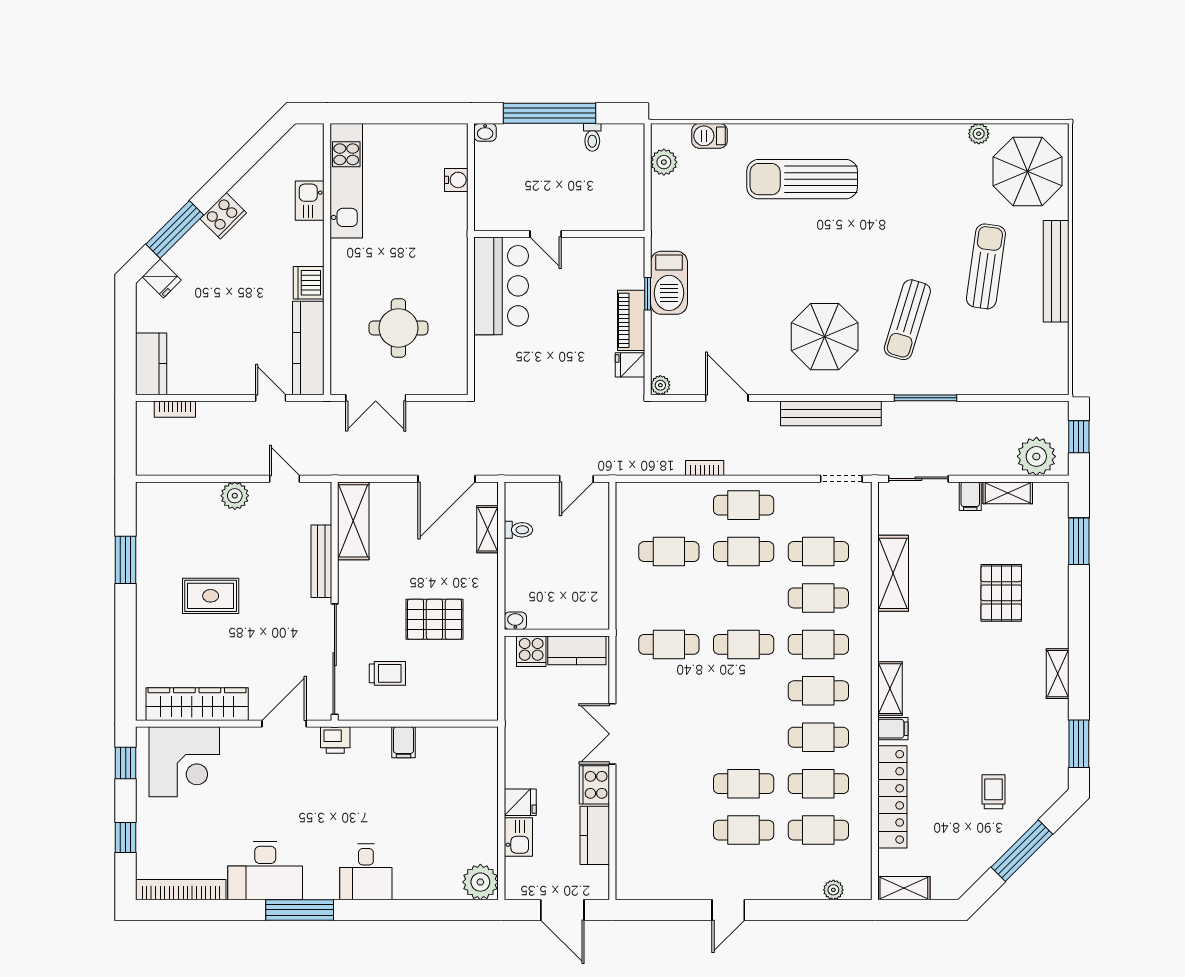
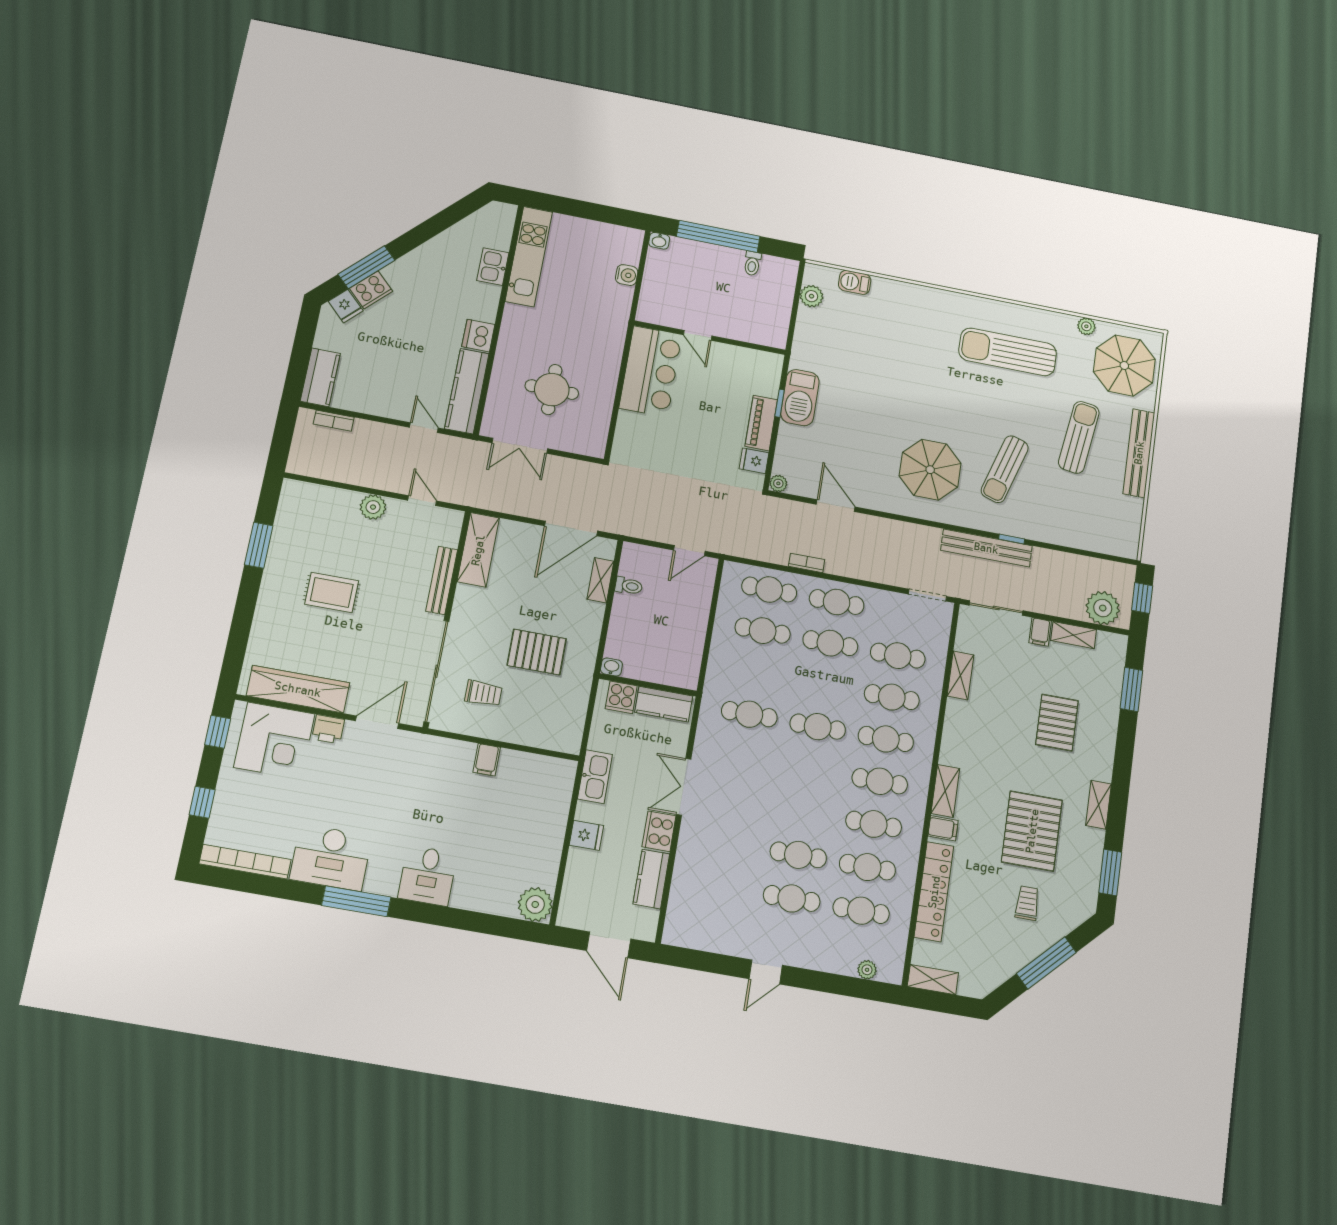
sun lounger: (802, 179) -> (1008, 352), moved
cooker: (223, 216) -> (371, 290), moved
window: (925, 398) -> (1012, 539), width x0.46
bench: (831, 413) -> (986, 548), moved
cafe table: (669, 505) -> (769, 589), added
shelving: (893, 573) -> (960, 675), width x0.67, depth x0.75
pallet: (989, 715) -> (1032, 831), added
printer: (335, 740) -> (328, 729), moved
kitchen sink: (518, 837) -> (595, 777), moved, width x1.38

